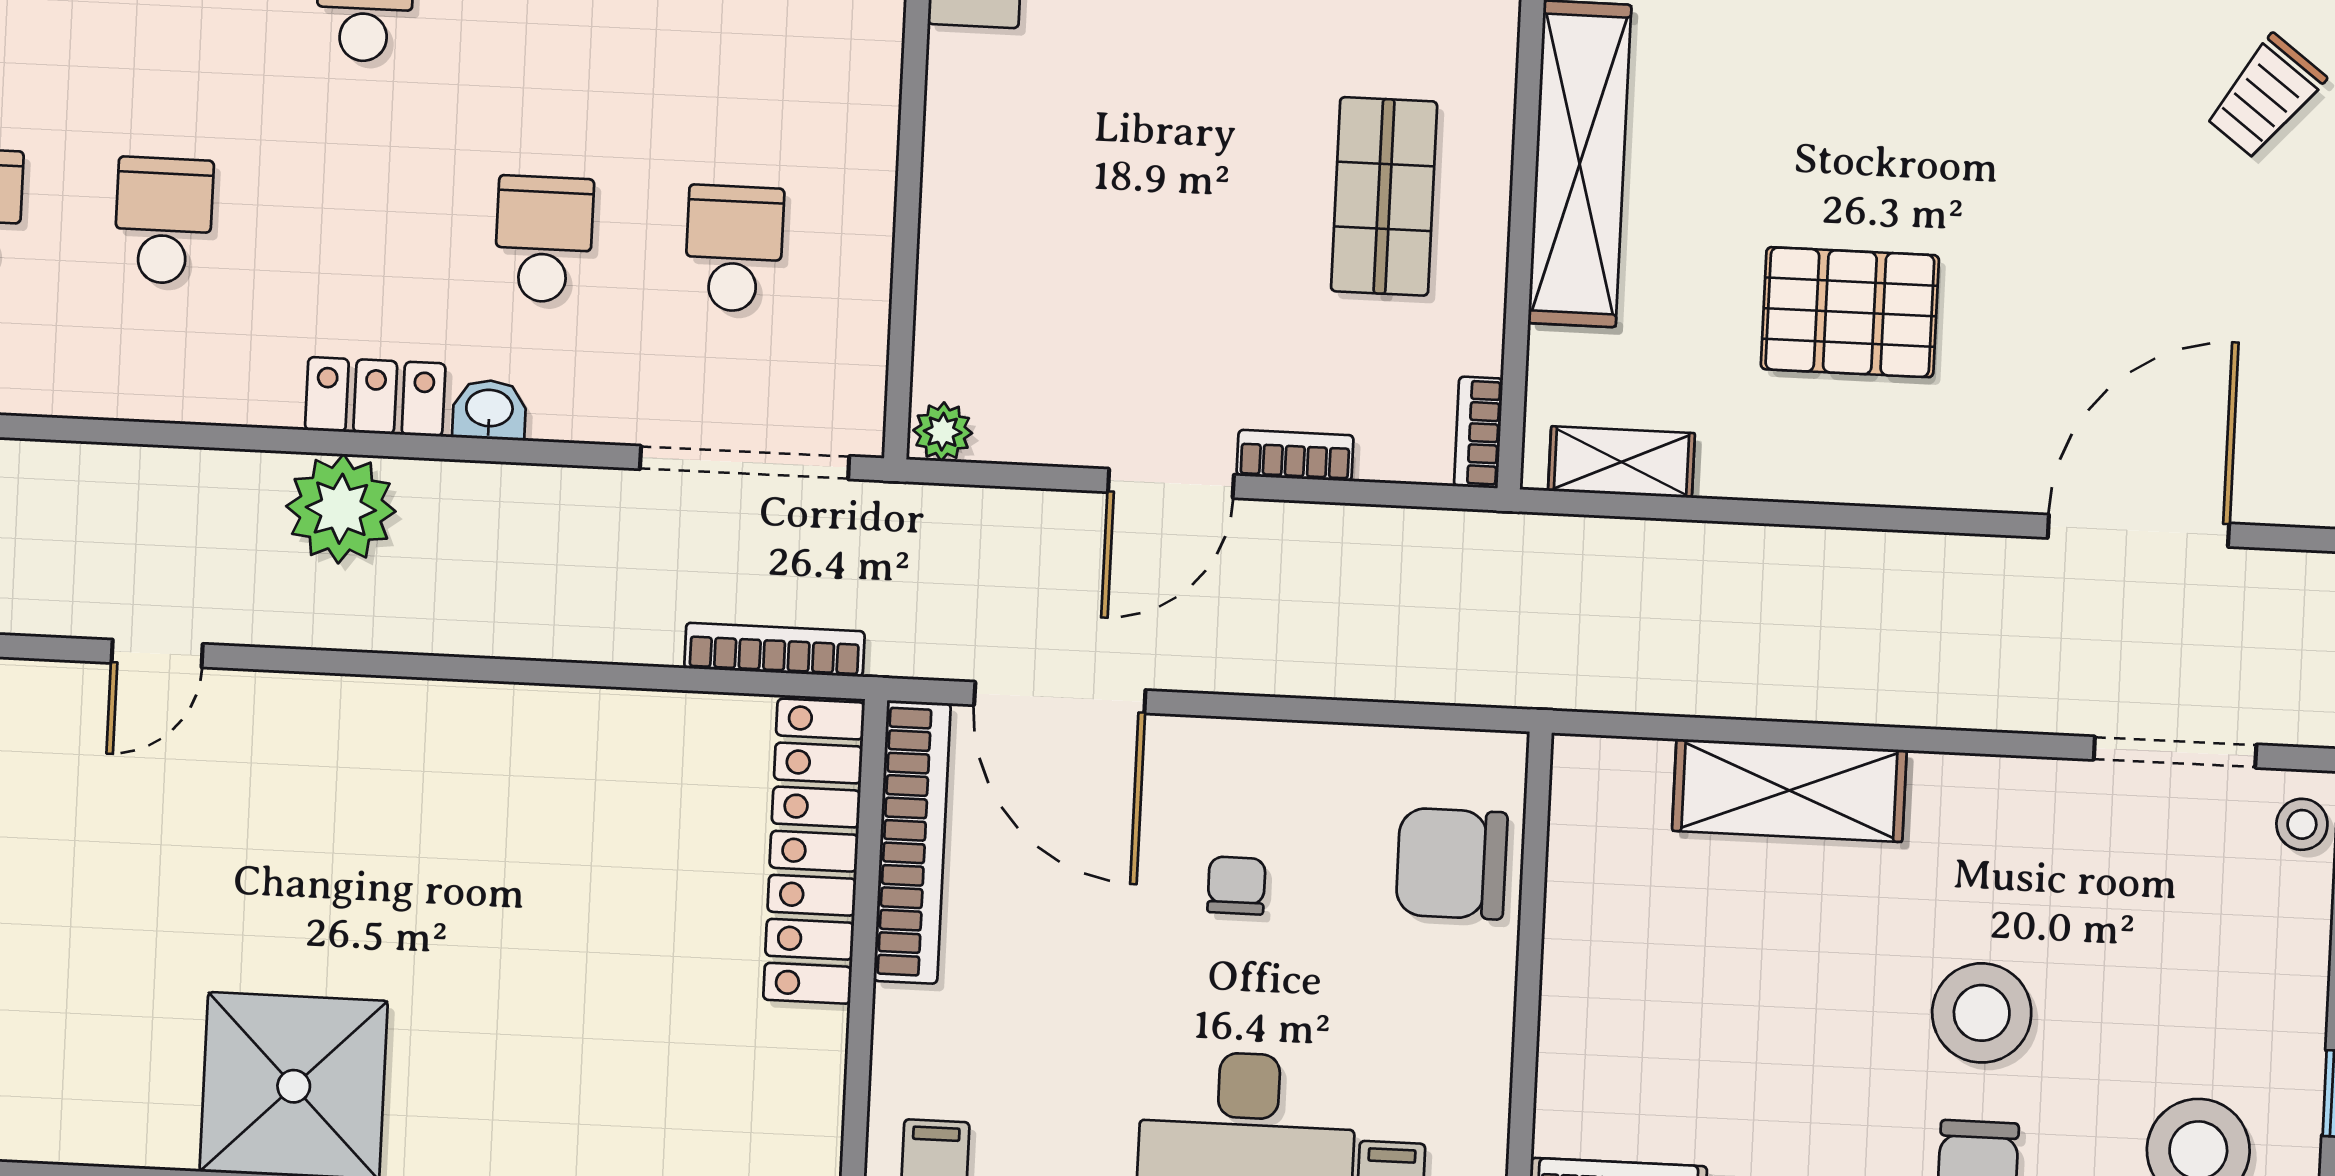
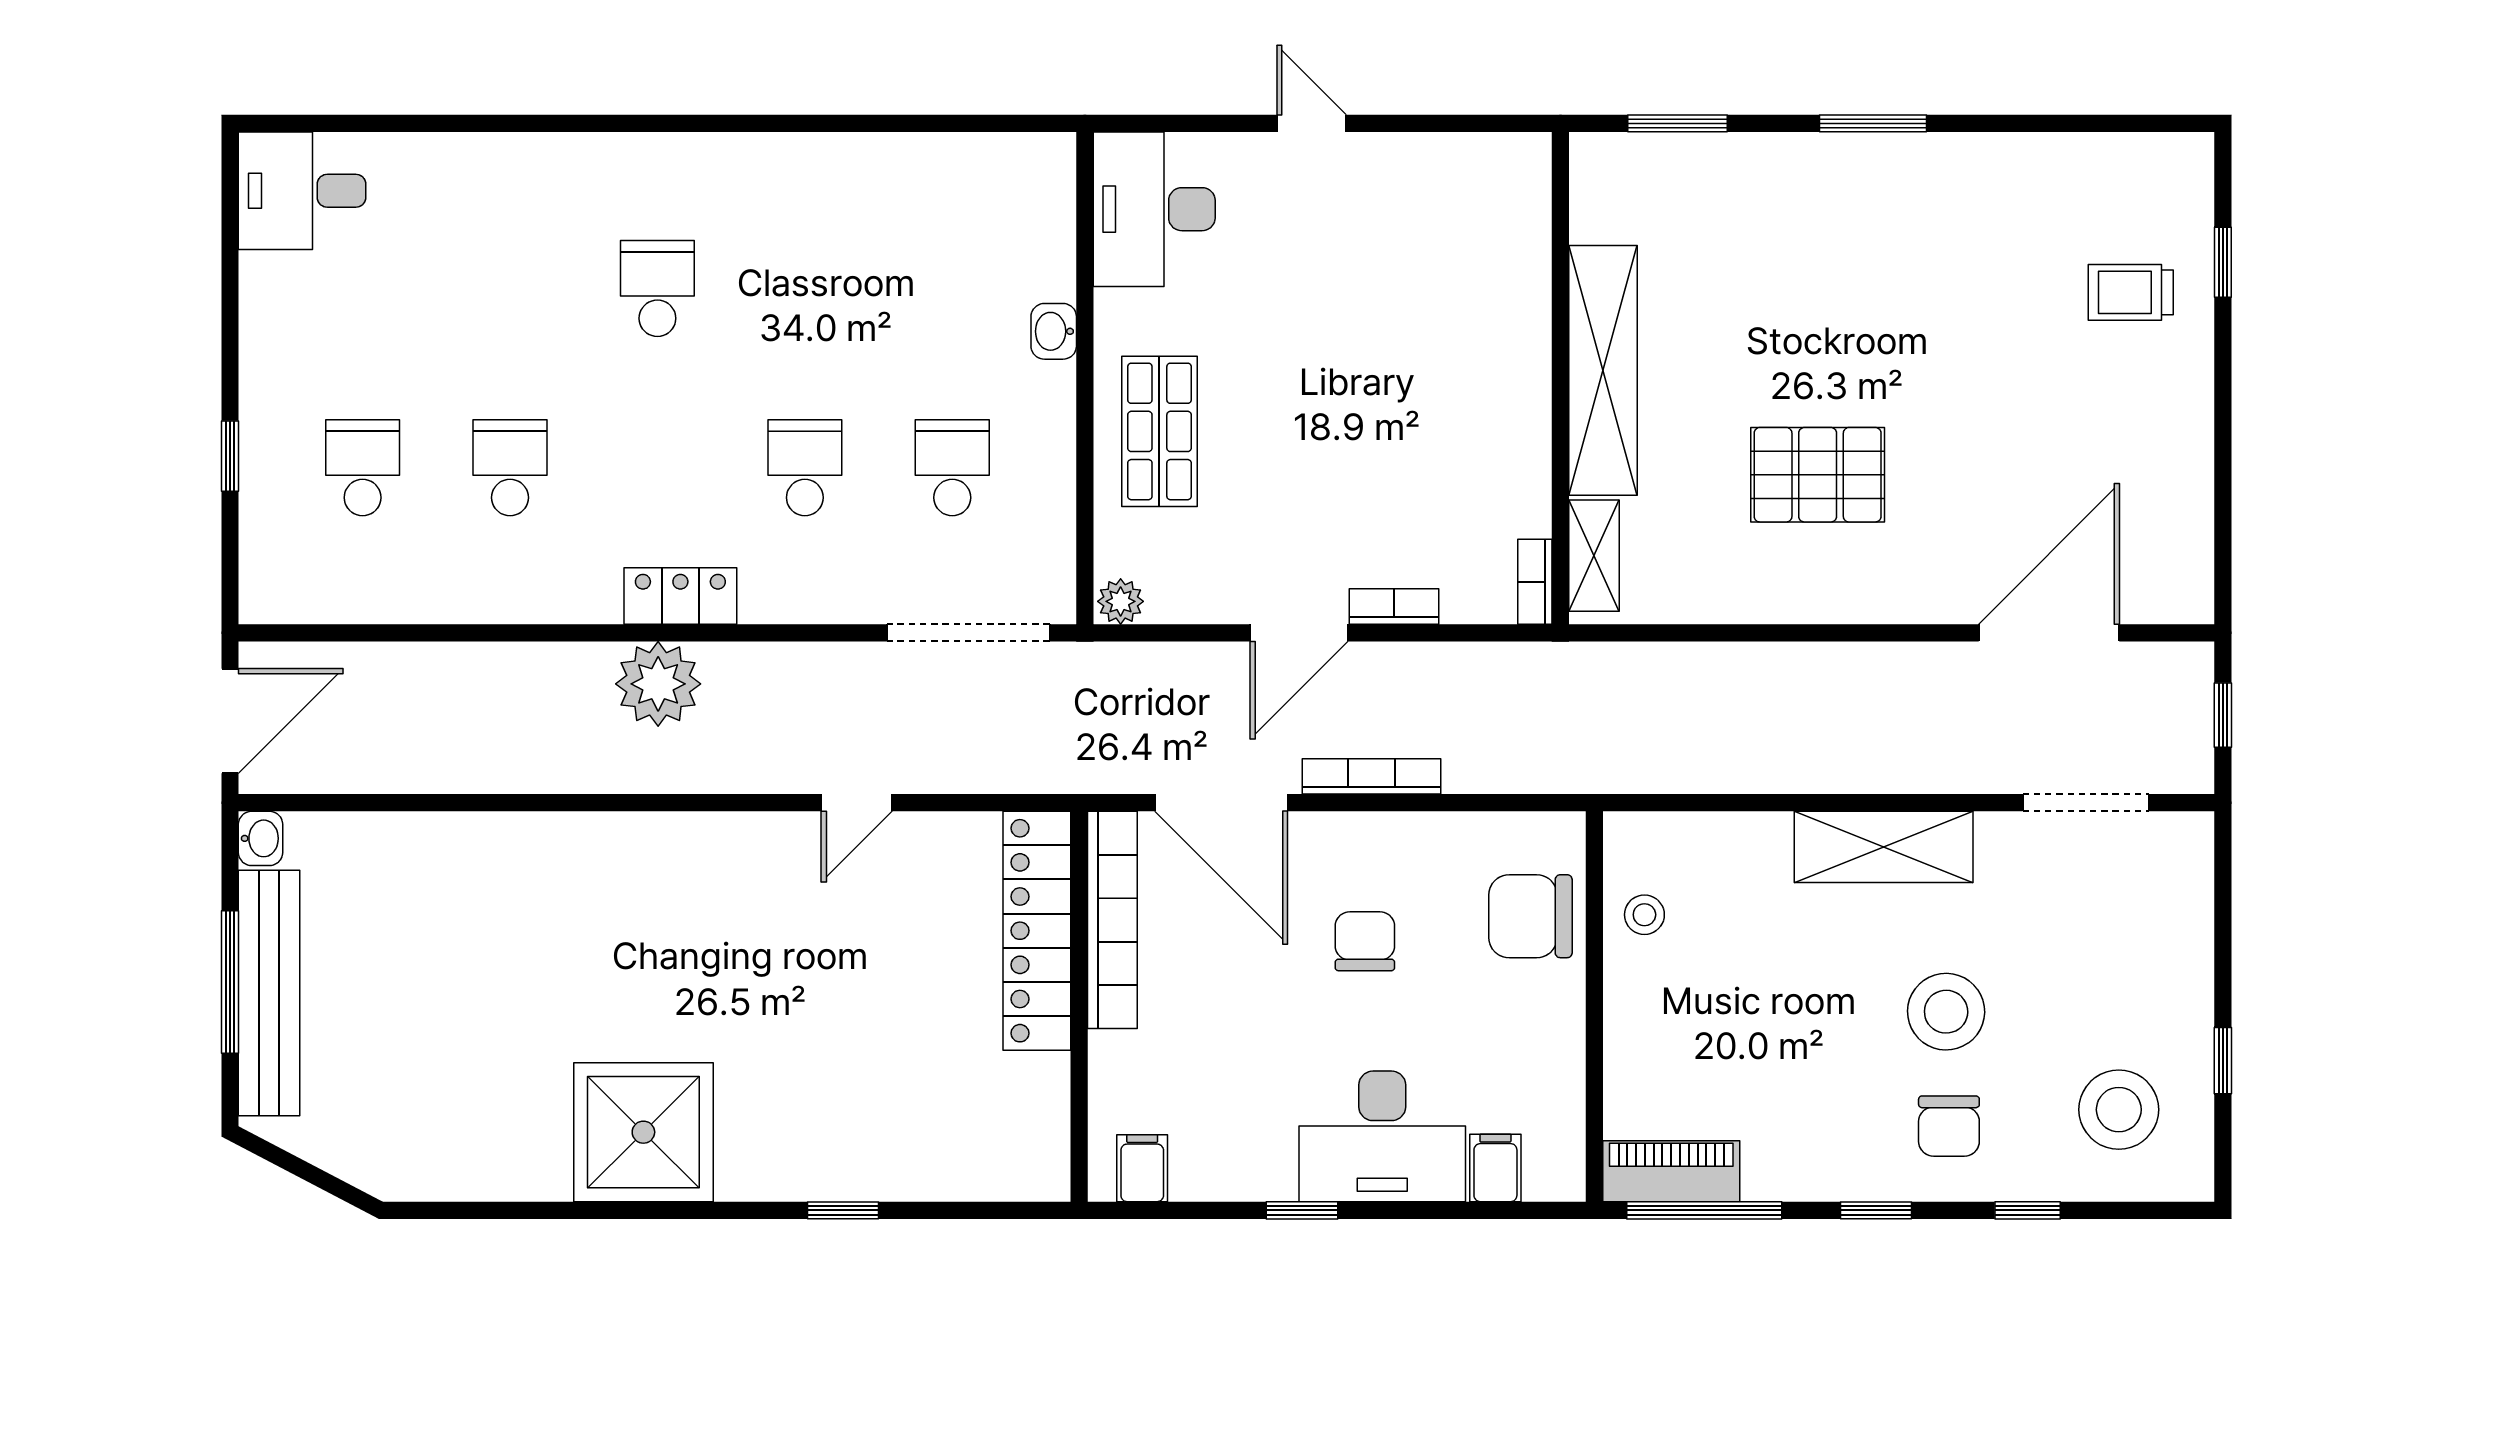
trolley: (2265, 97) -> (2131, 292), turned 53
shop shelf: (1384, 196) -> (1159, 431), moved
washbasin: (489, 410) -> (1054, 331), moved, turned -90
shelving: (1621, 462) -> (1594, 556), moved, turned 90
bookcase: (774, 650) -> (1372, 776), moved
door: (157, 653) -> (857, 803), moved
shelving: (1789, 790) -> (1884, 847), moved
stool: (2302, 824) -> (1644, 915), moved
chair: (1236, 886) -> (1365, 941), width x1.37, depth x1.37

